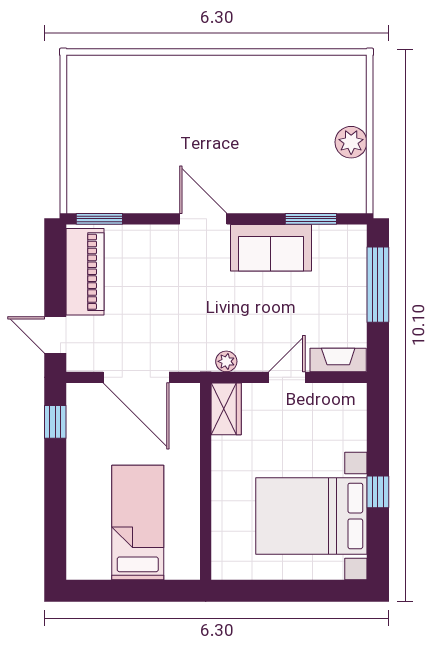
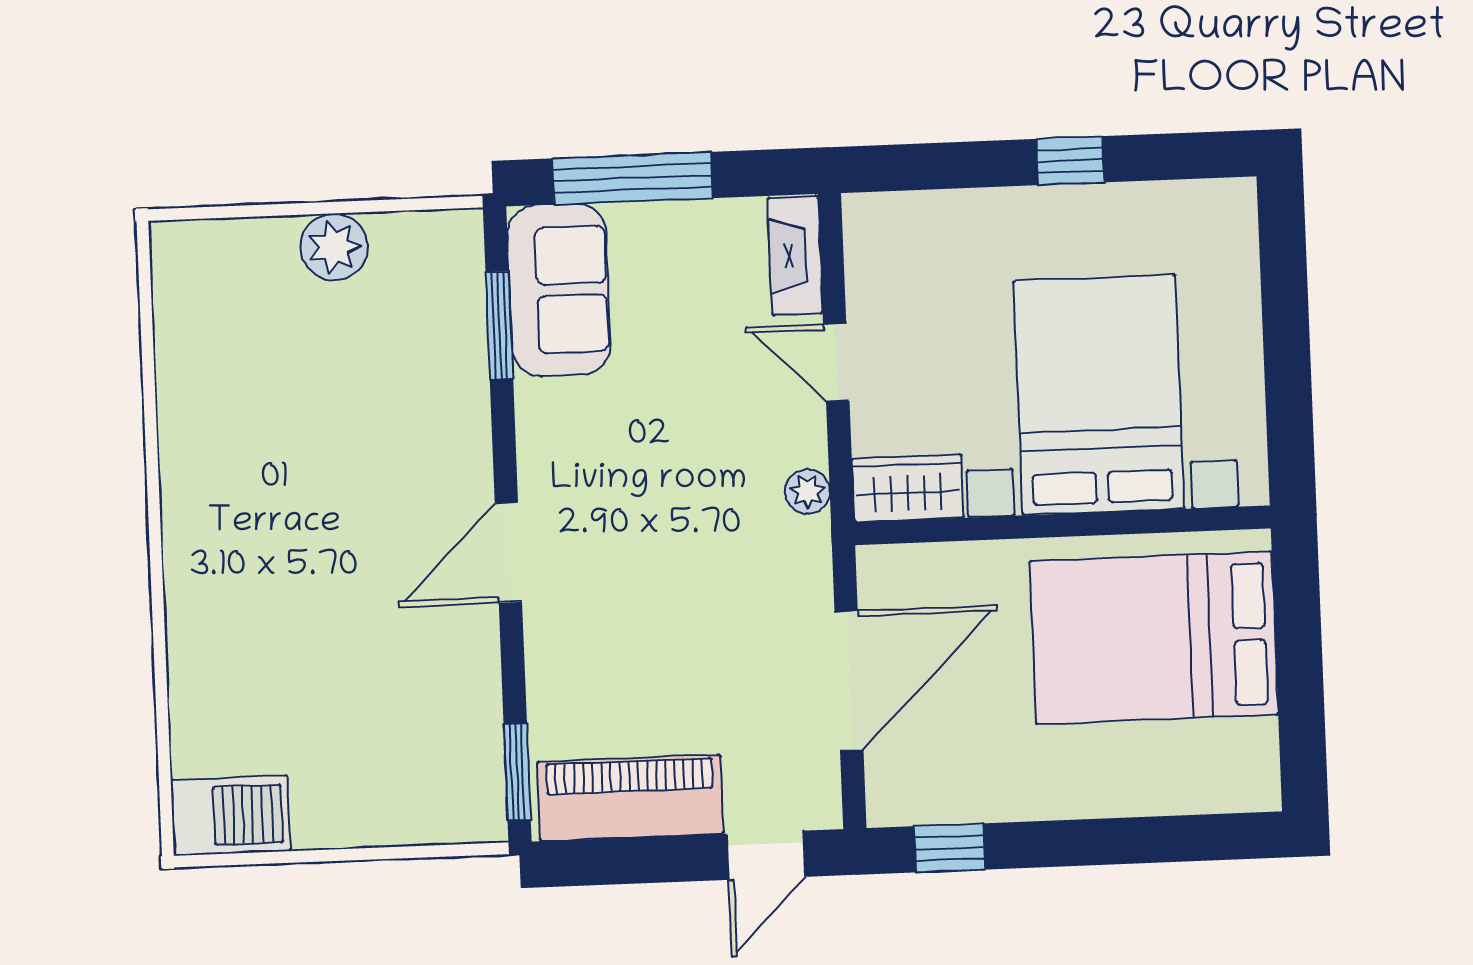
barbecue: (84, 82) -> (230, 816), added
sofa: (271, 248) -> (559, 290), moved
bed with nightstands: (311, 516) -> (1099, 395), moved, turned 180
bed: (138, 522) -> (1154, 638), width x1.50

